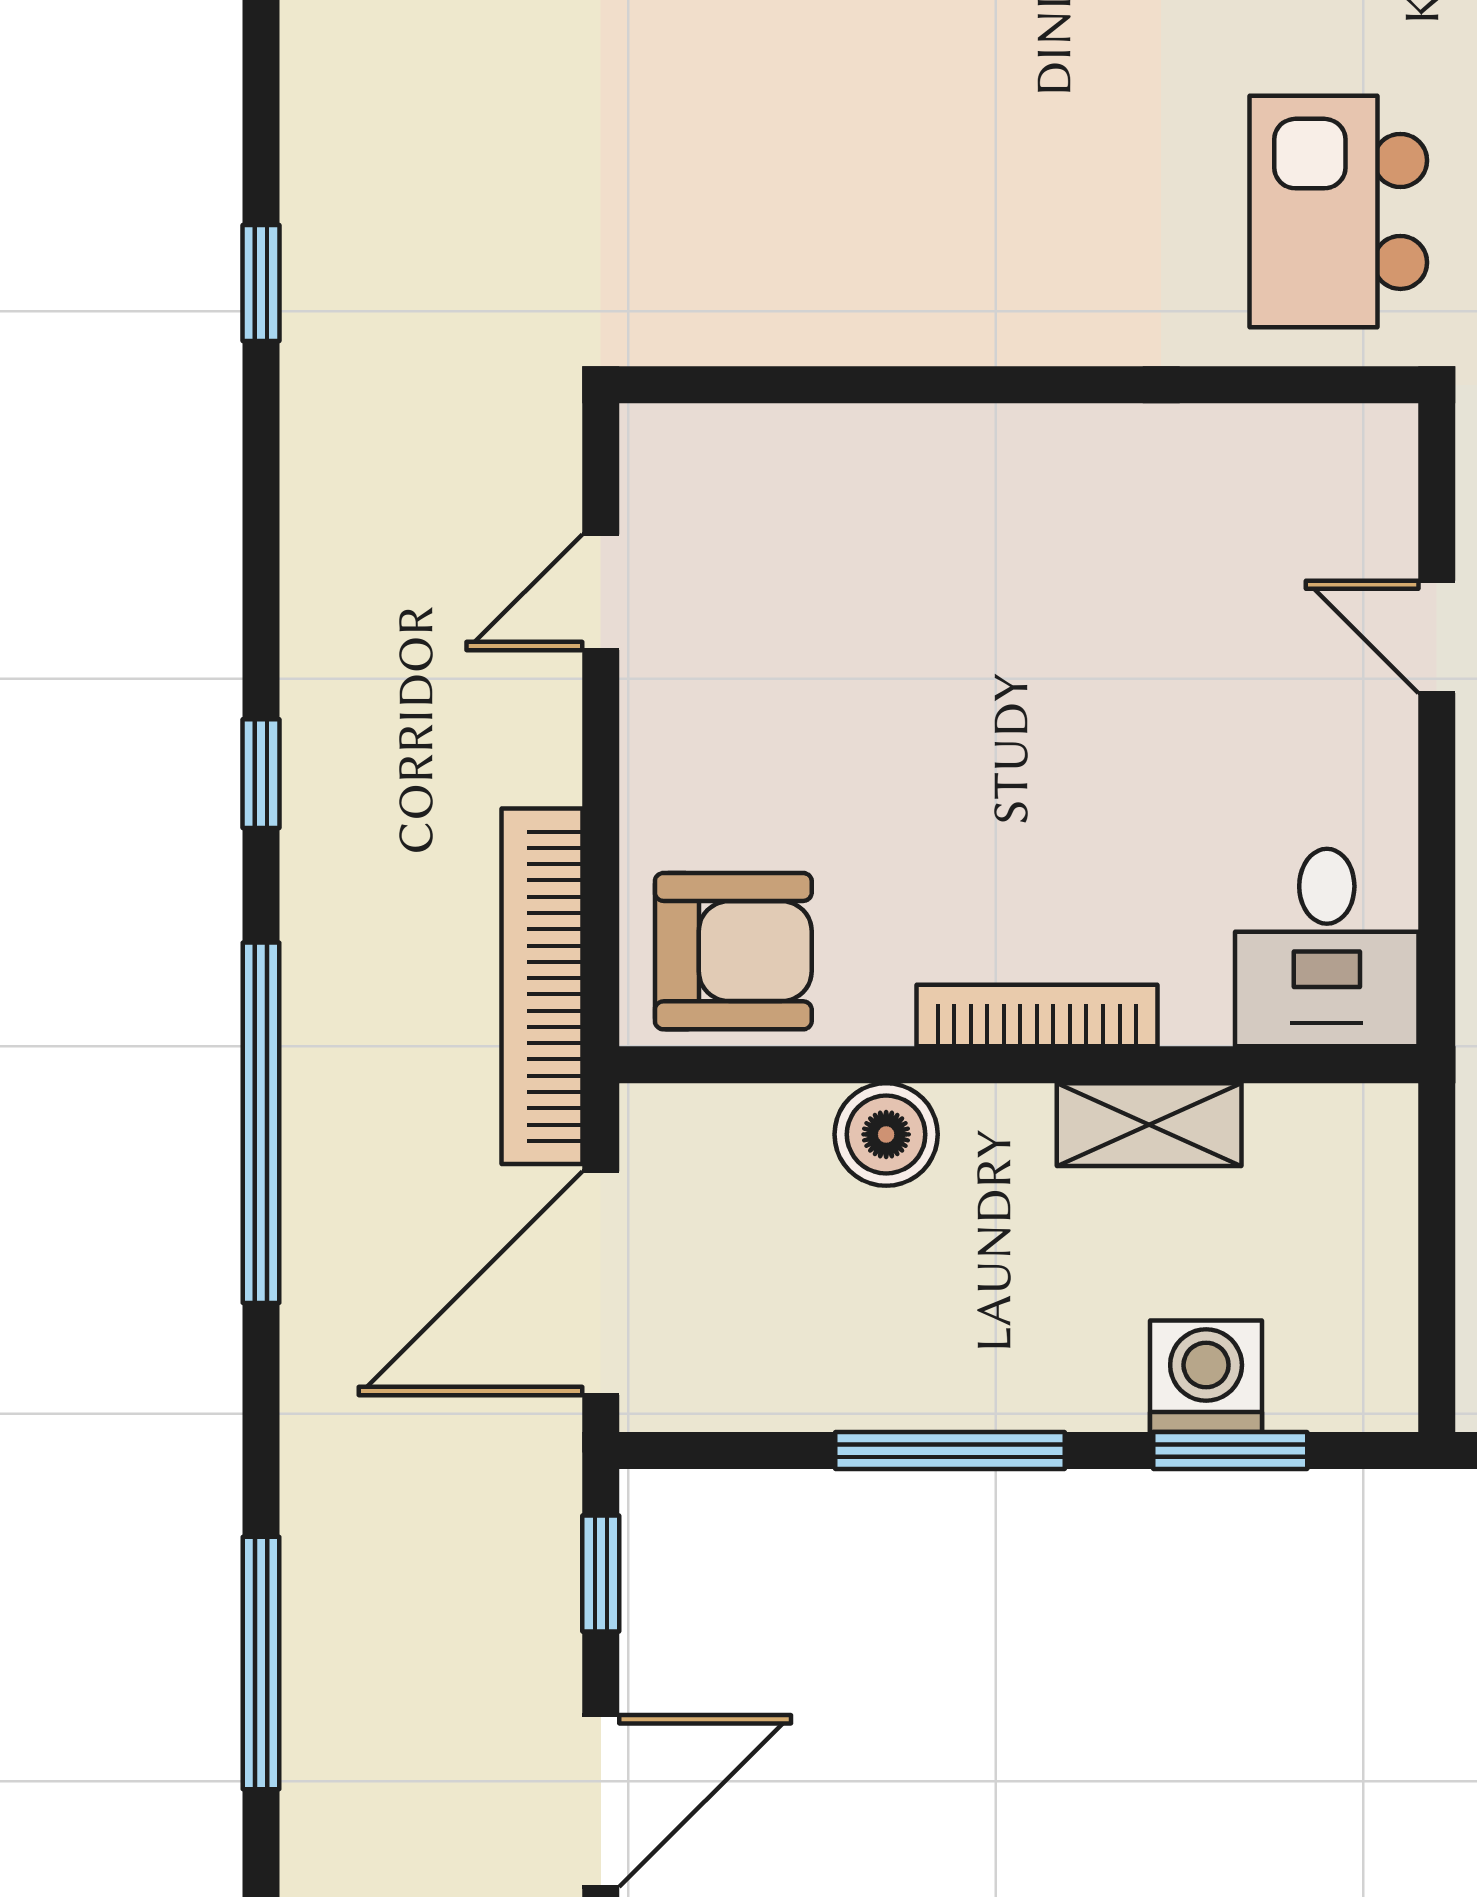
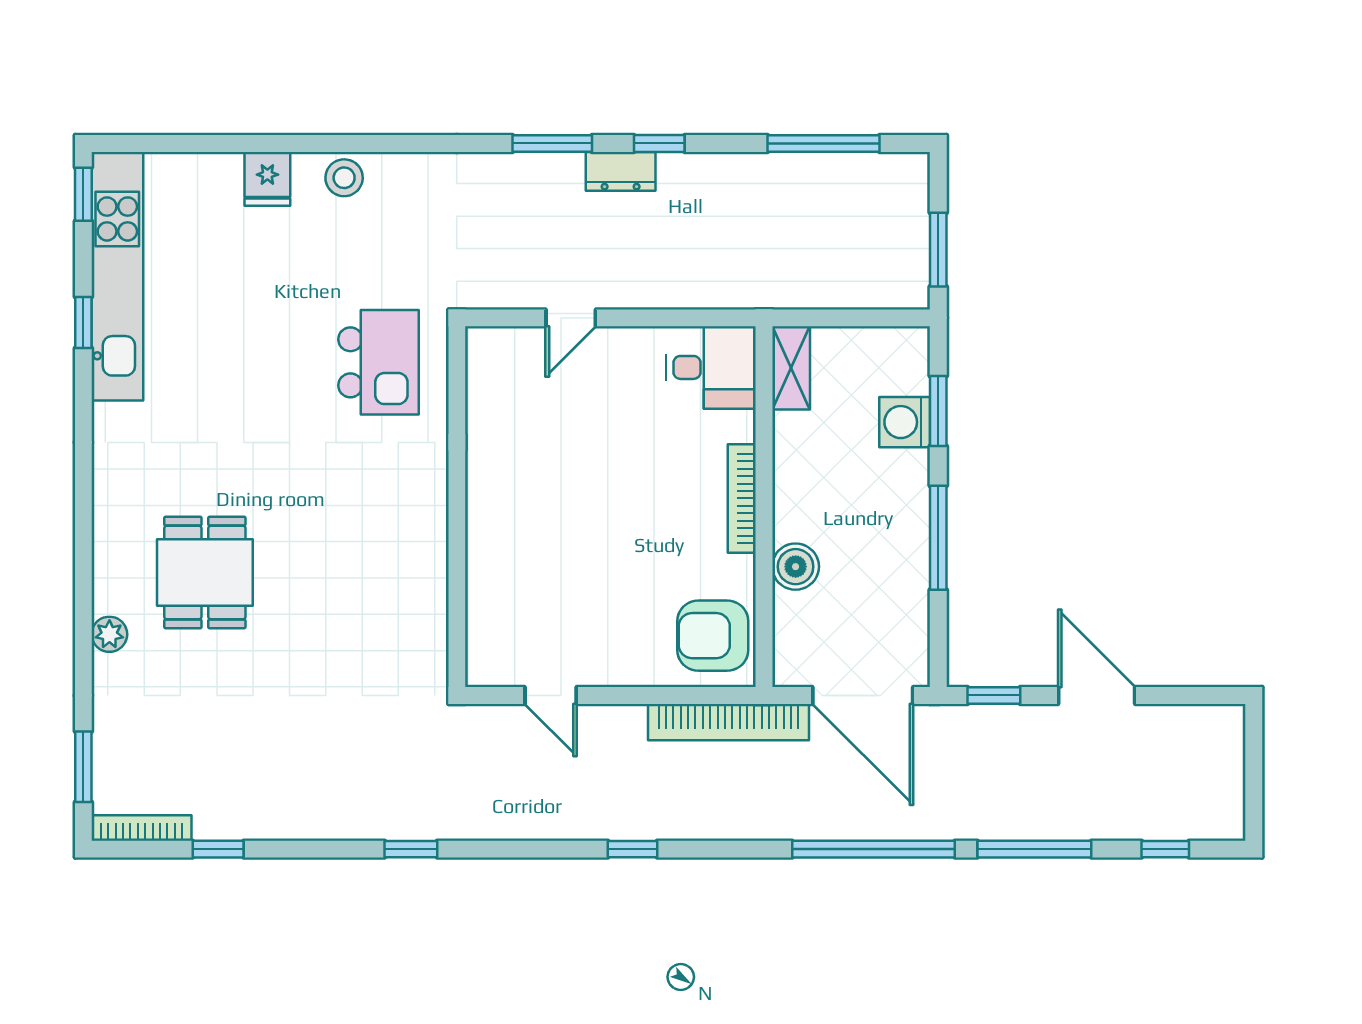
kitchen island: (1338, 211) -> (379, 362), turned -90
armchair: (733, 951) -> (713, 636), turned -90
window: (261, 1123) -> (873, 849), moved
shelving: (1149, 1125) -> (791, 368), moved

